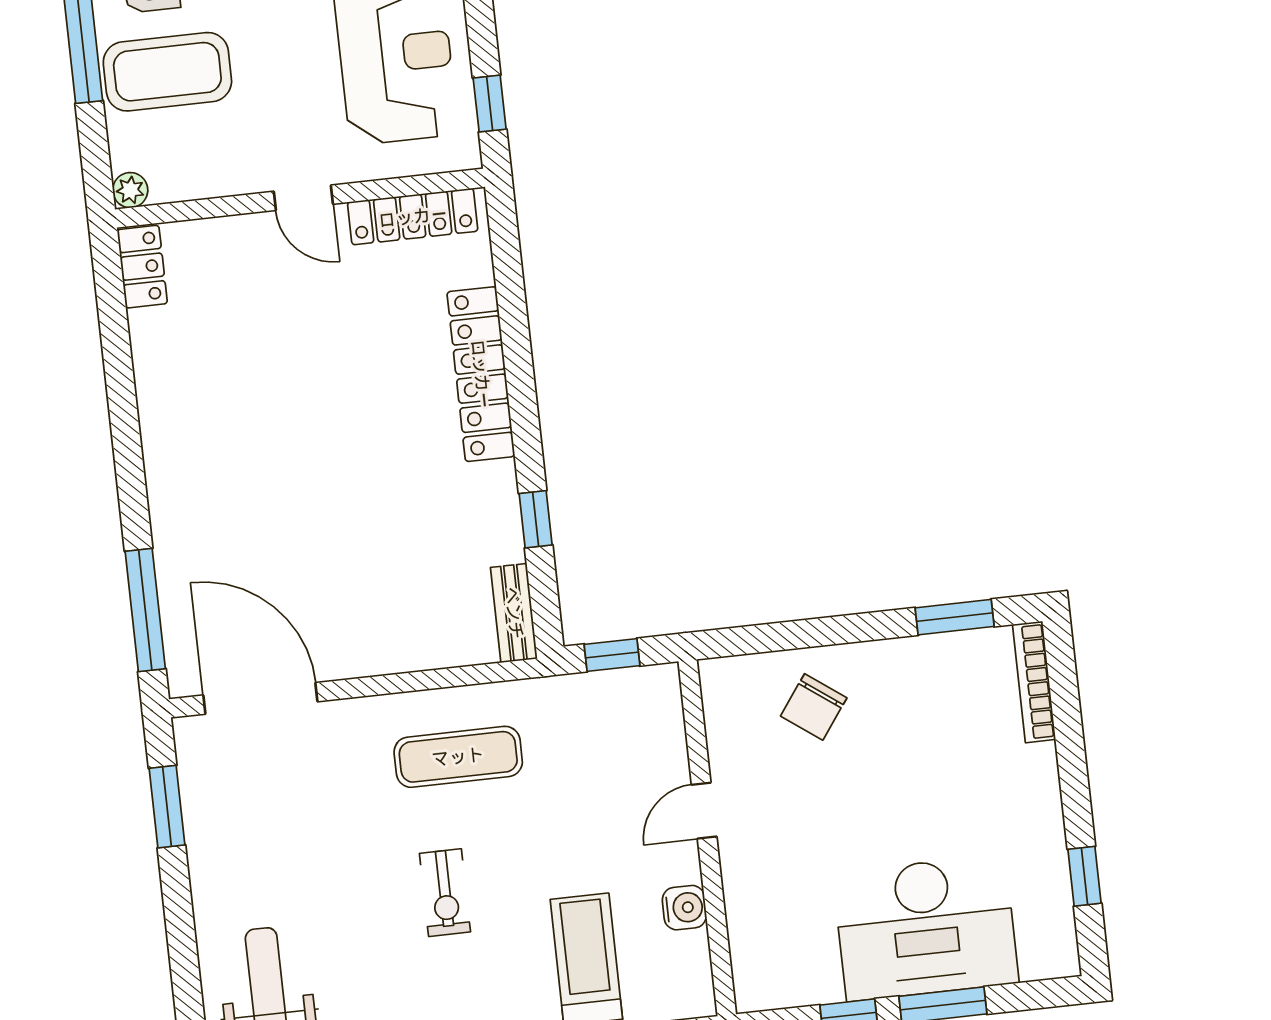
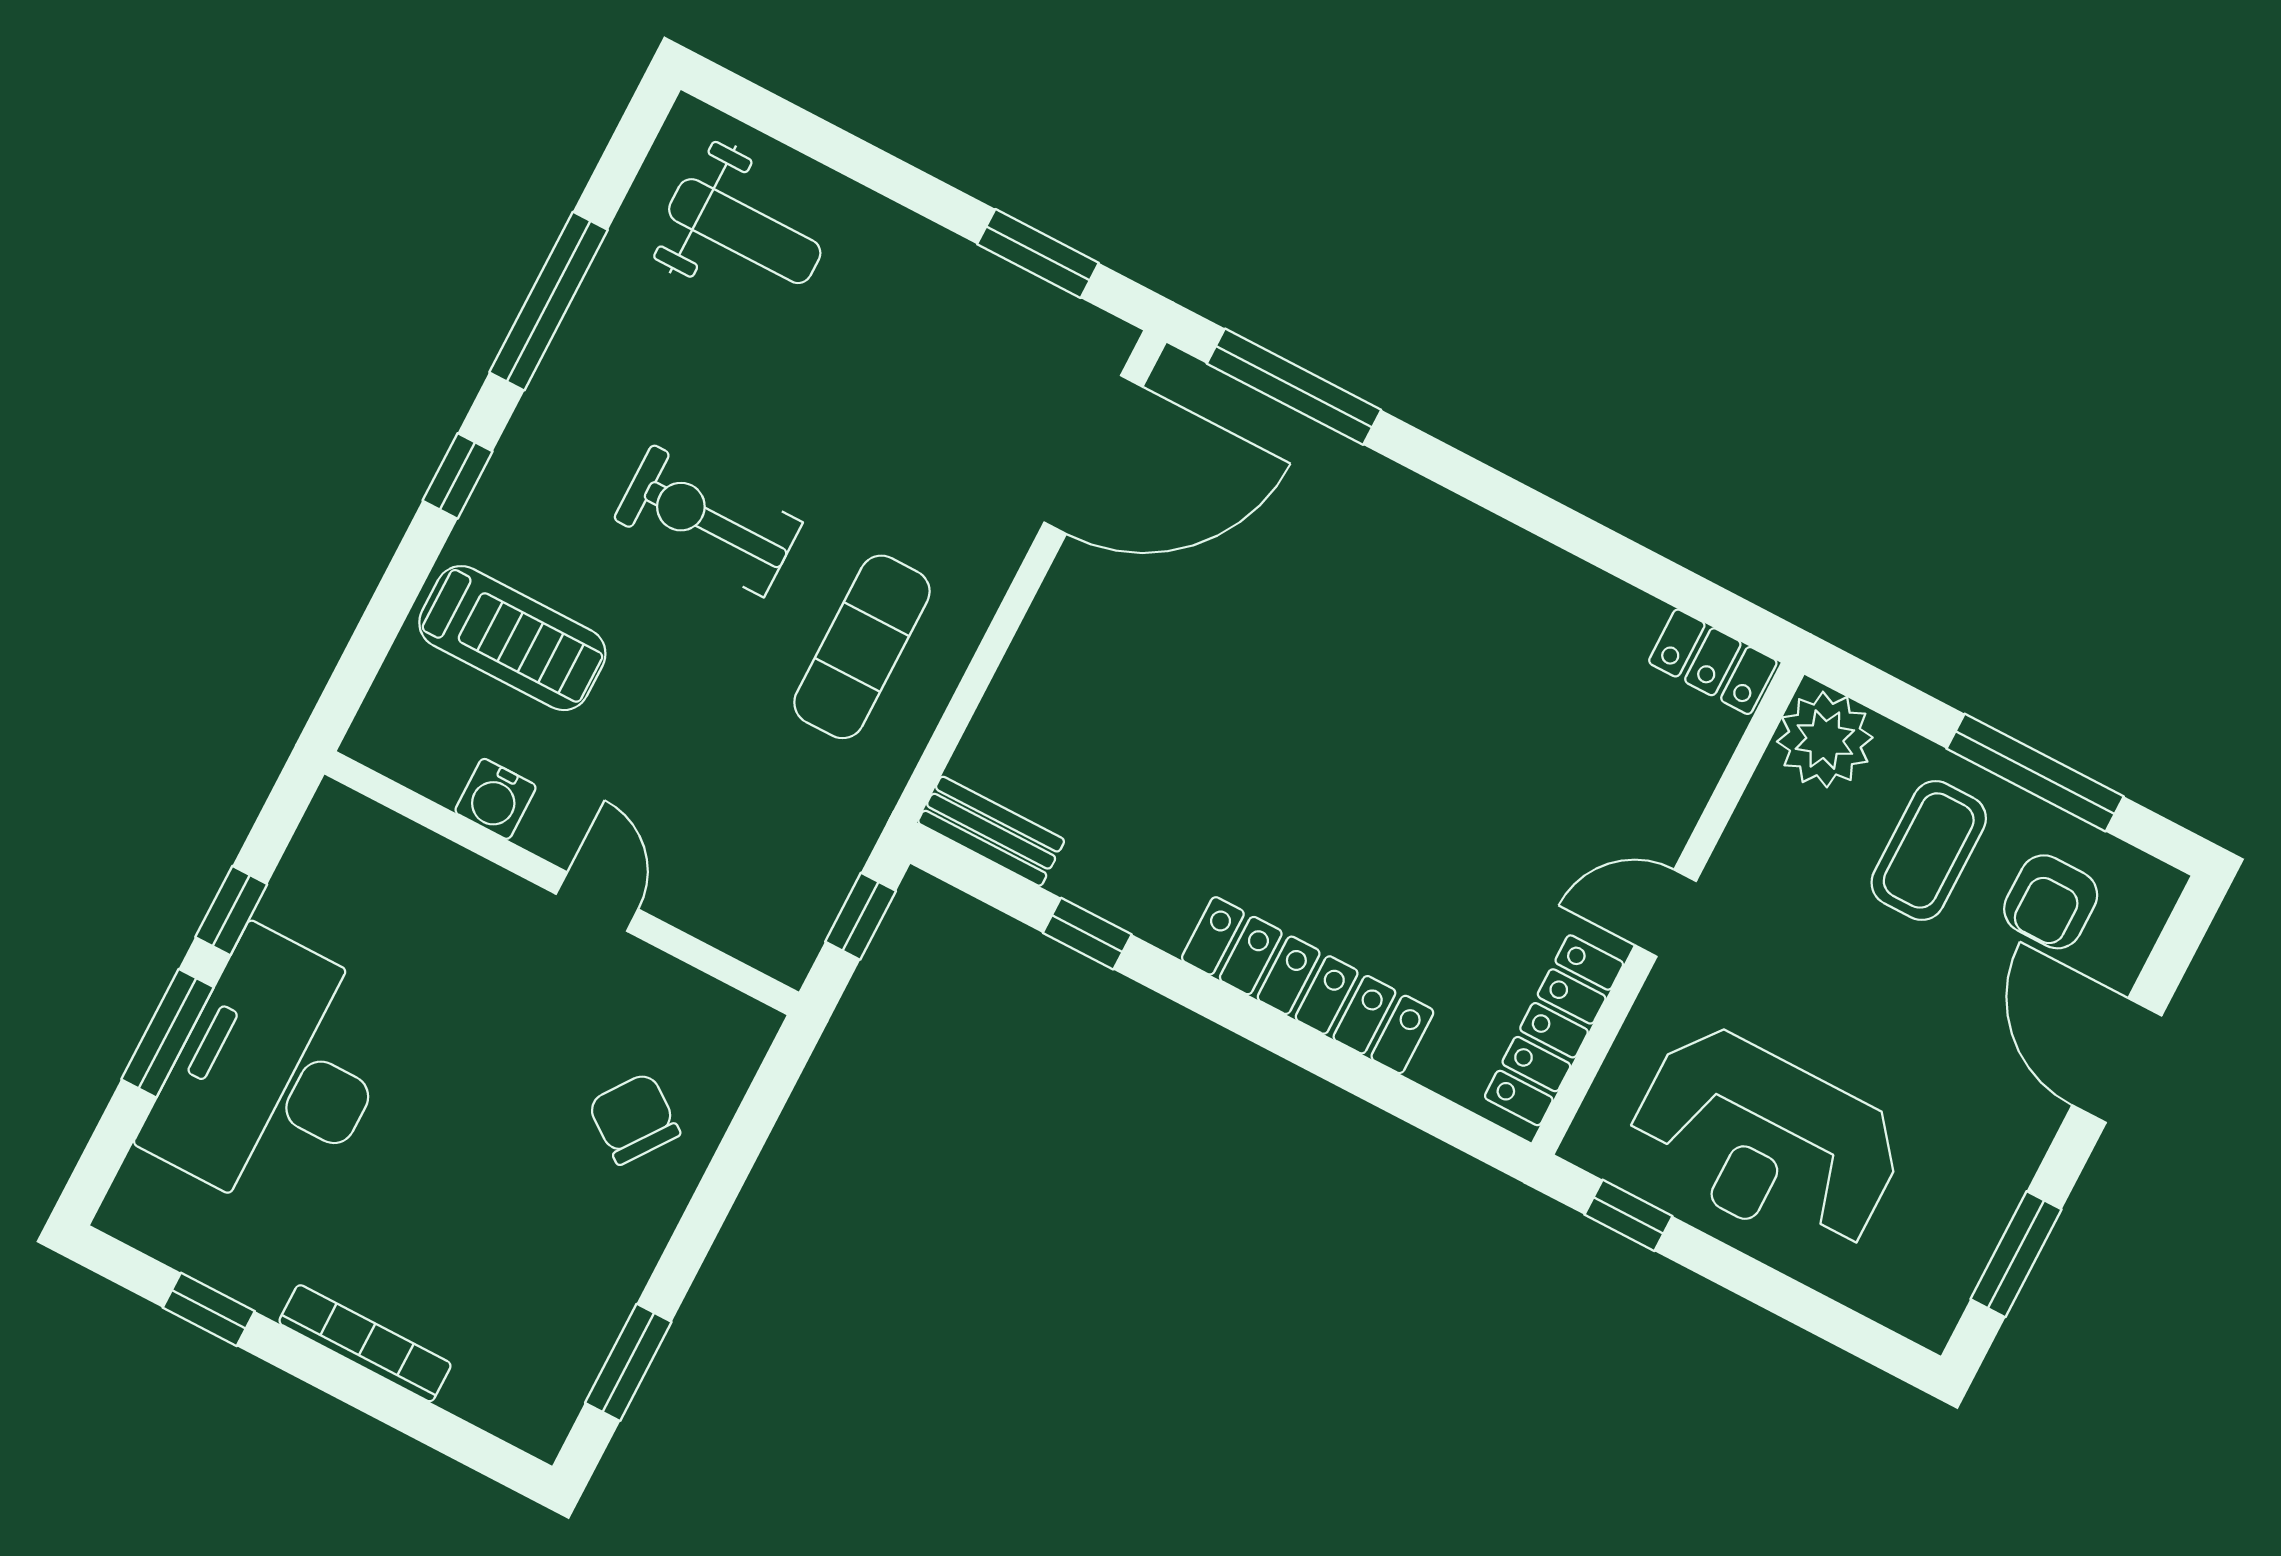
coffee table: (167, 72) -> (1929, 850), width x0.73, depth x0.76
plant: (130, 190) -> (1825, 740), width x1.87, depth x1.87
bookcase: (1034, 682) -> (365, 1343), moved
exercise bike: (445, 893) -> (708, 521), width x1.38, depth x1.39

